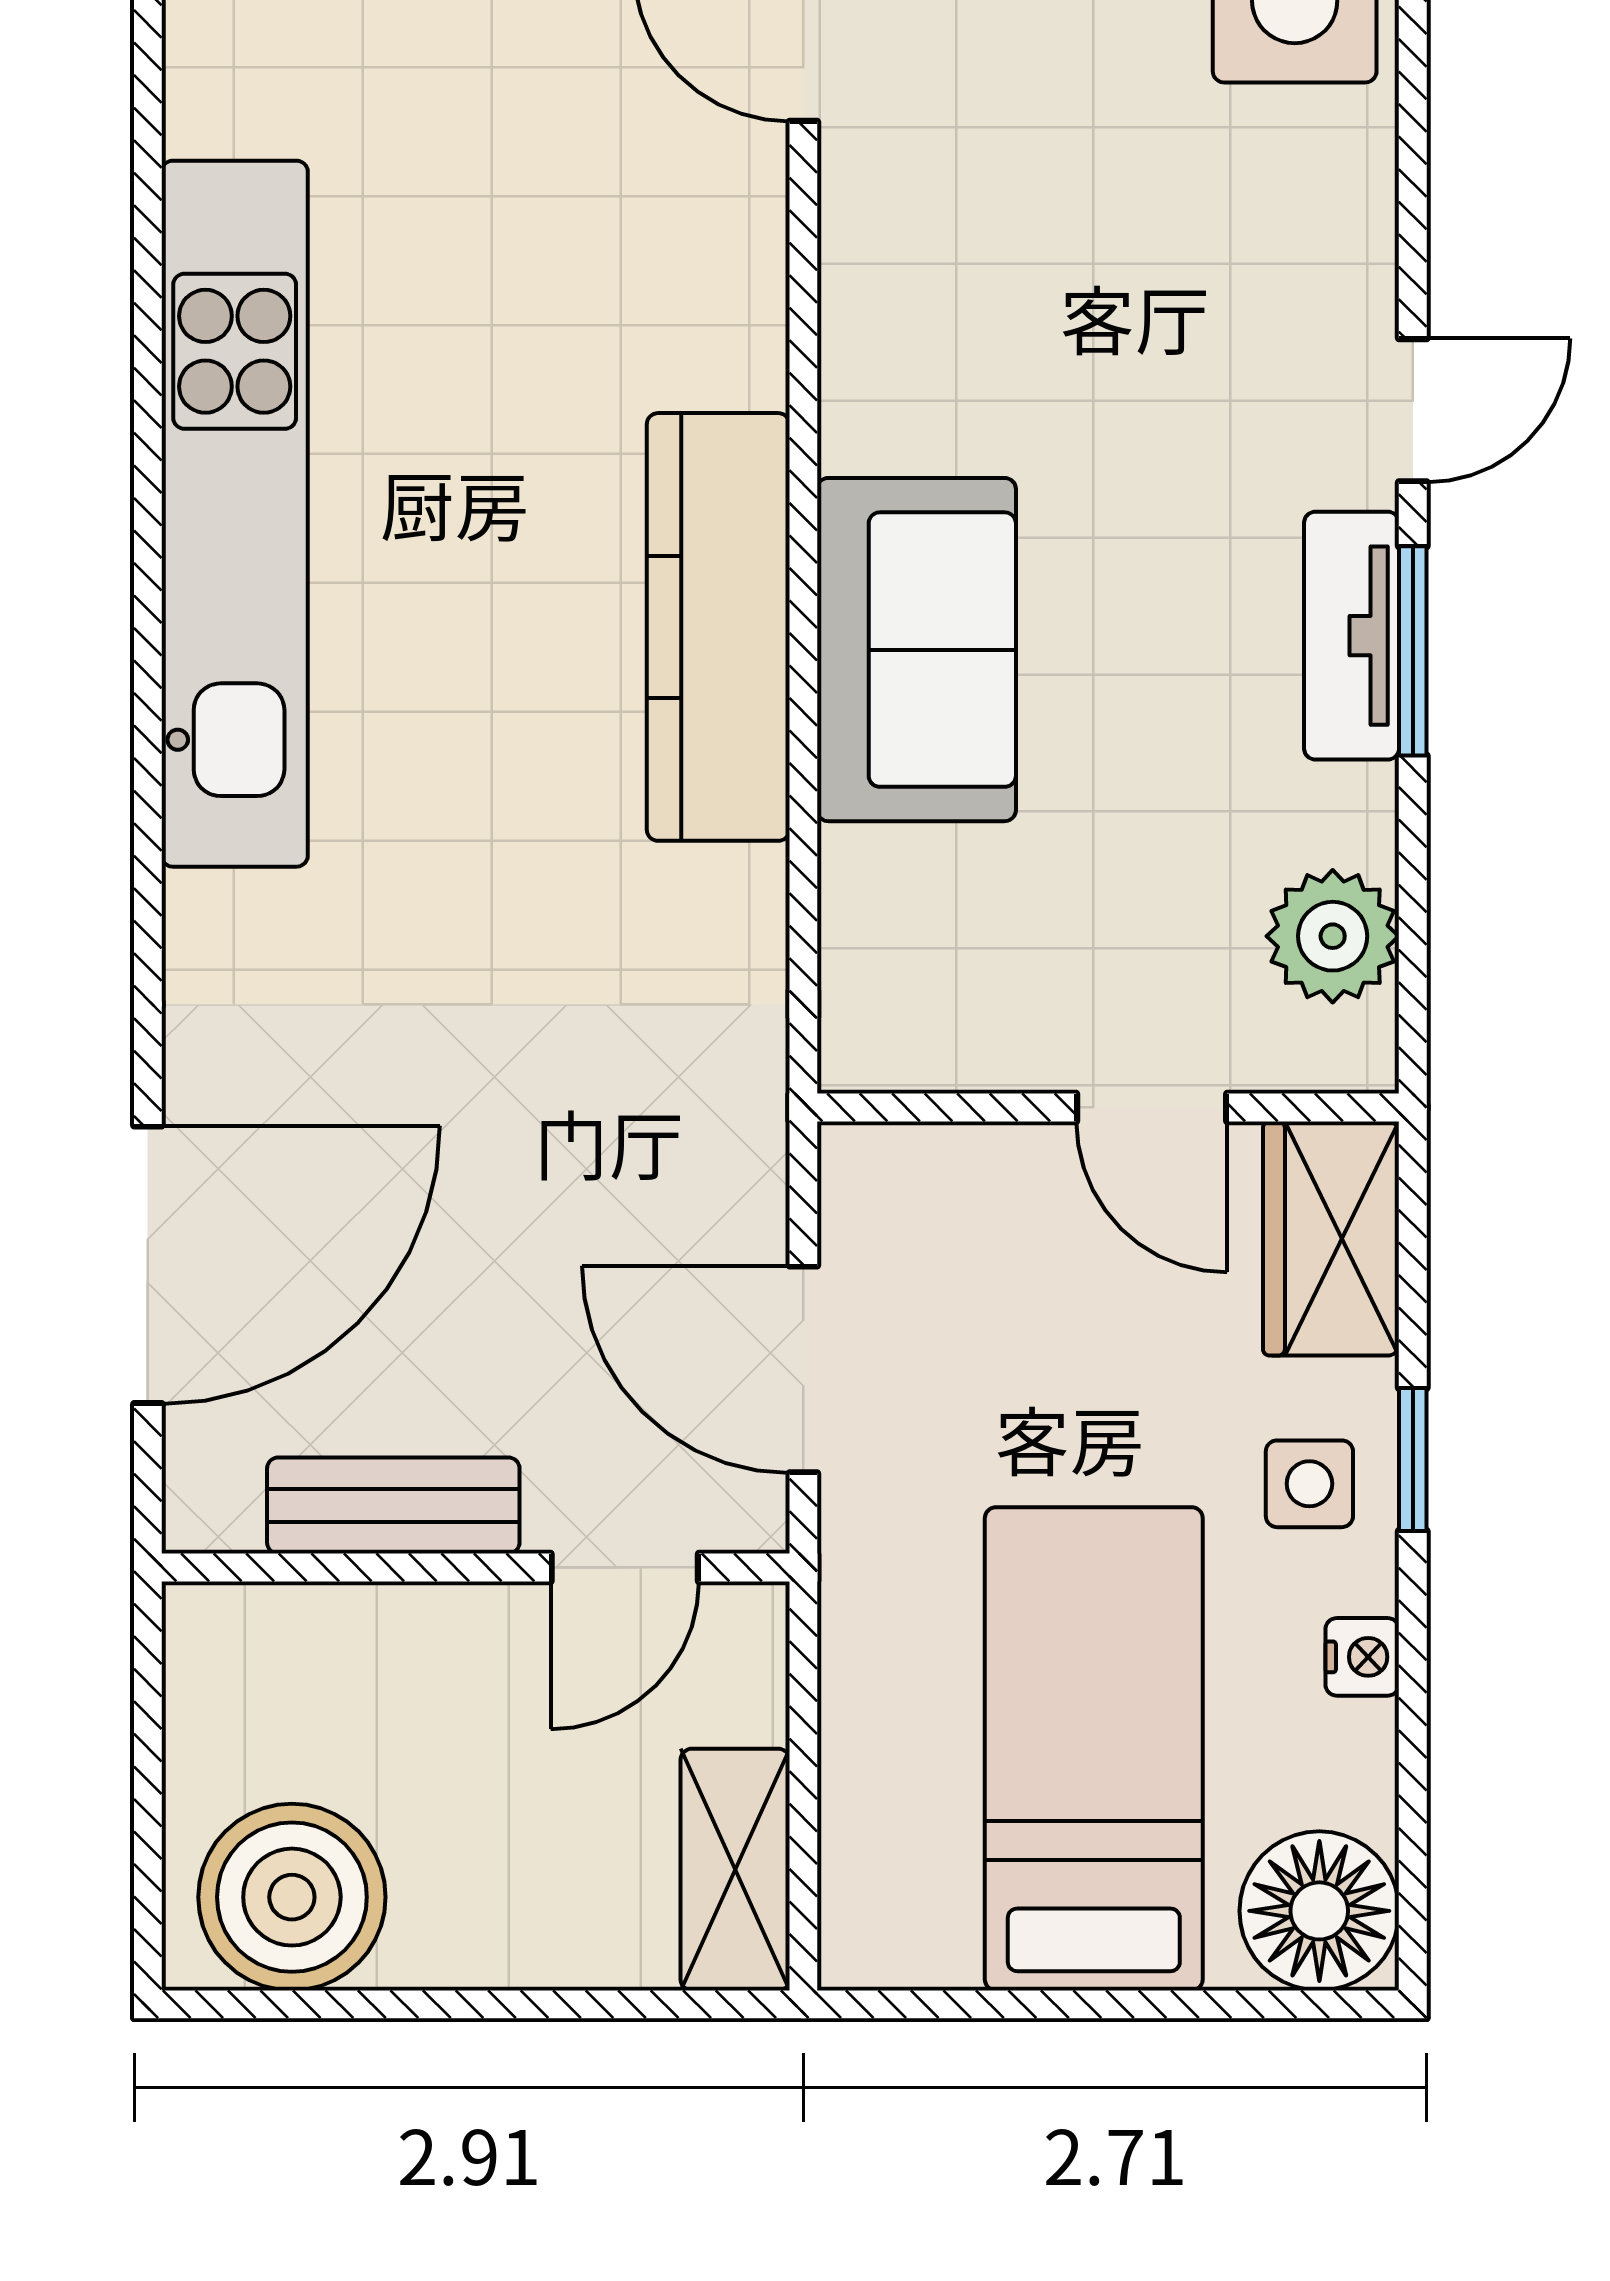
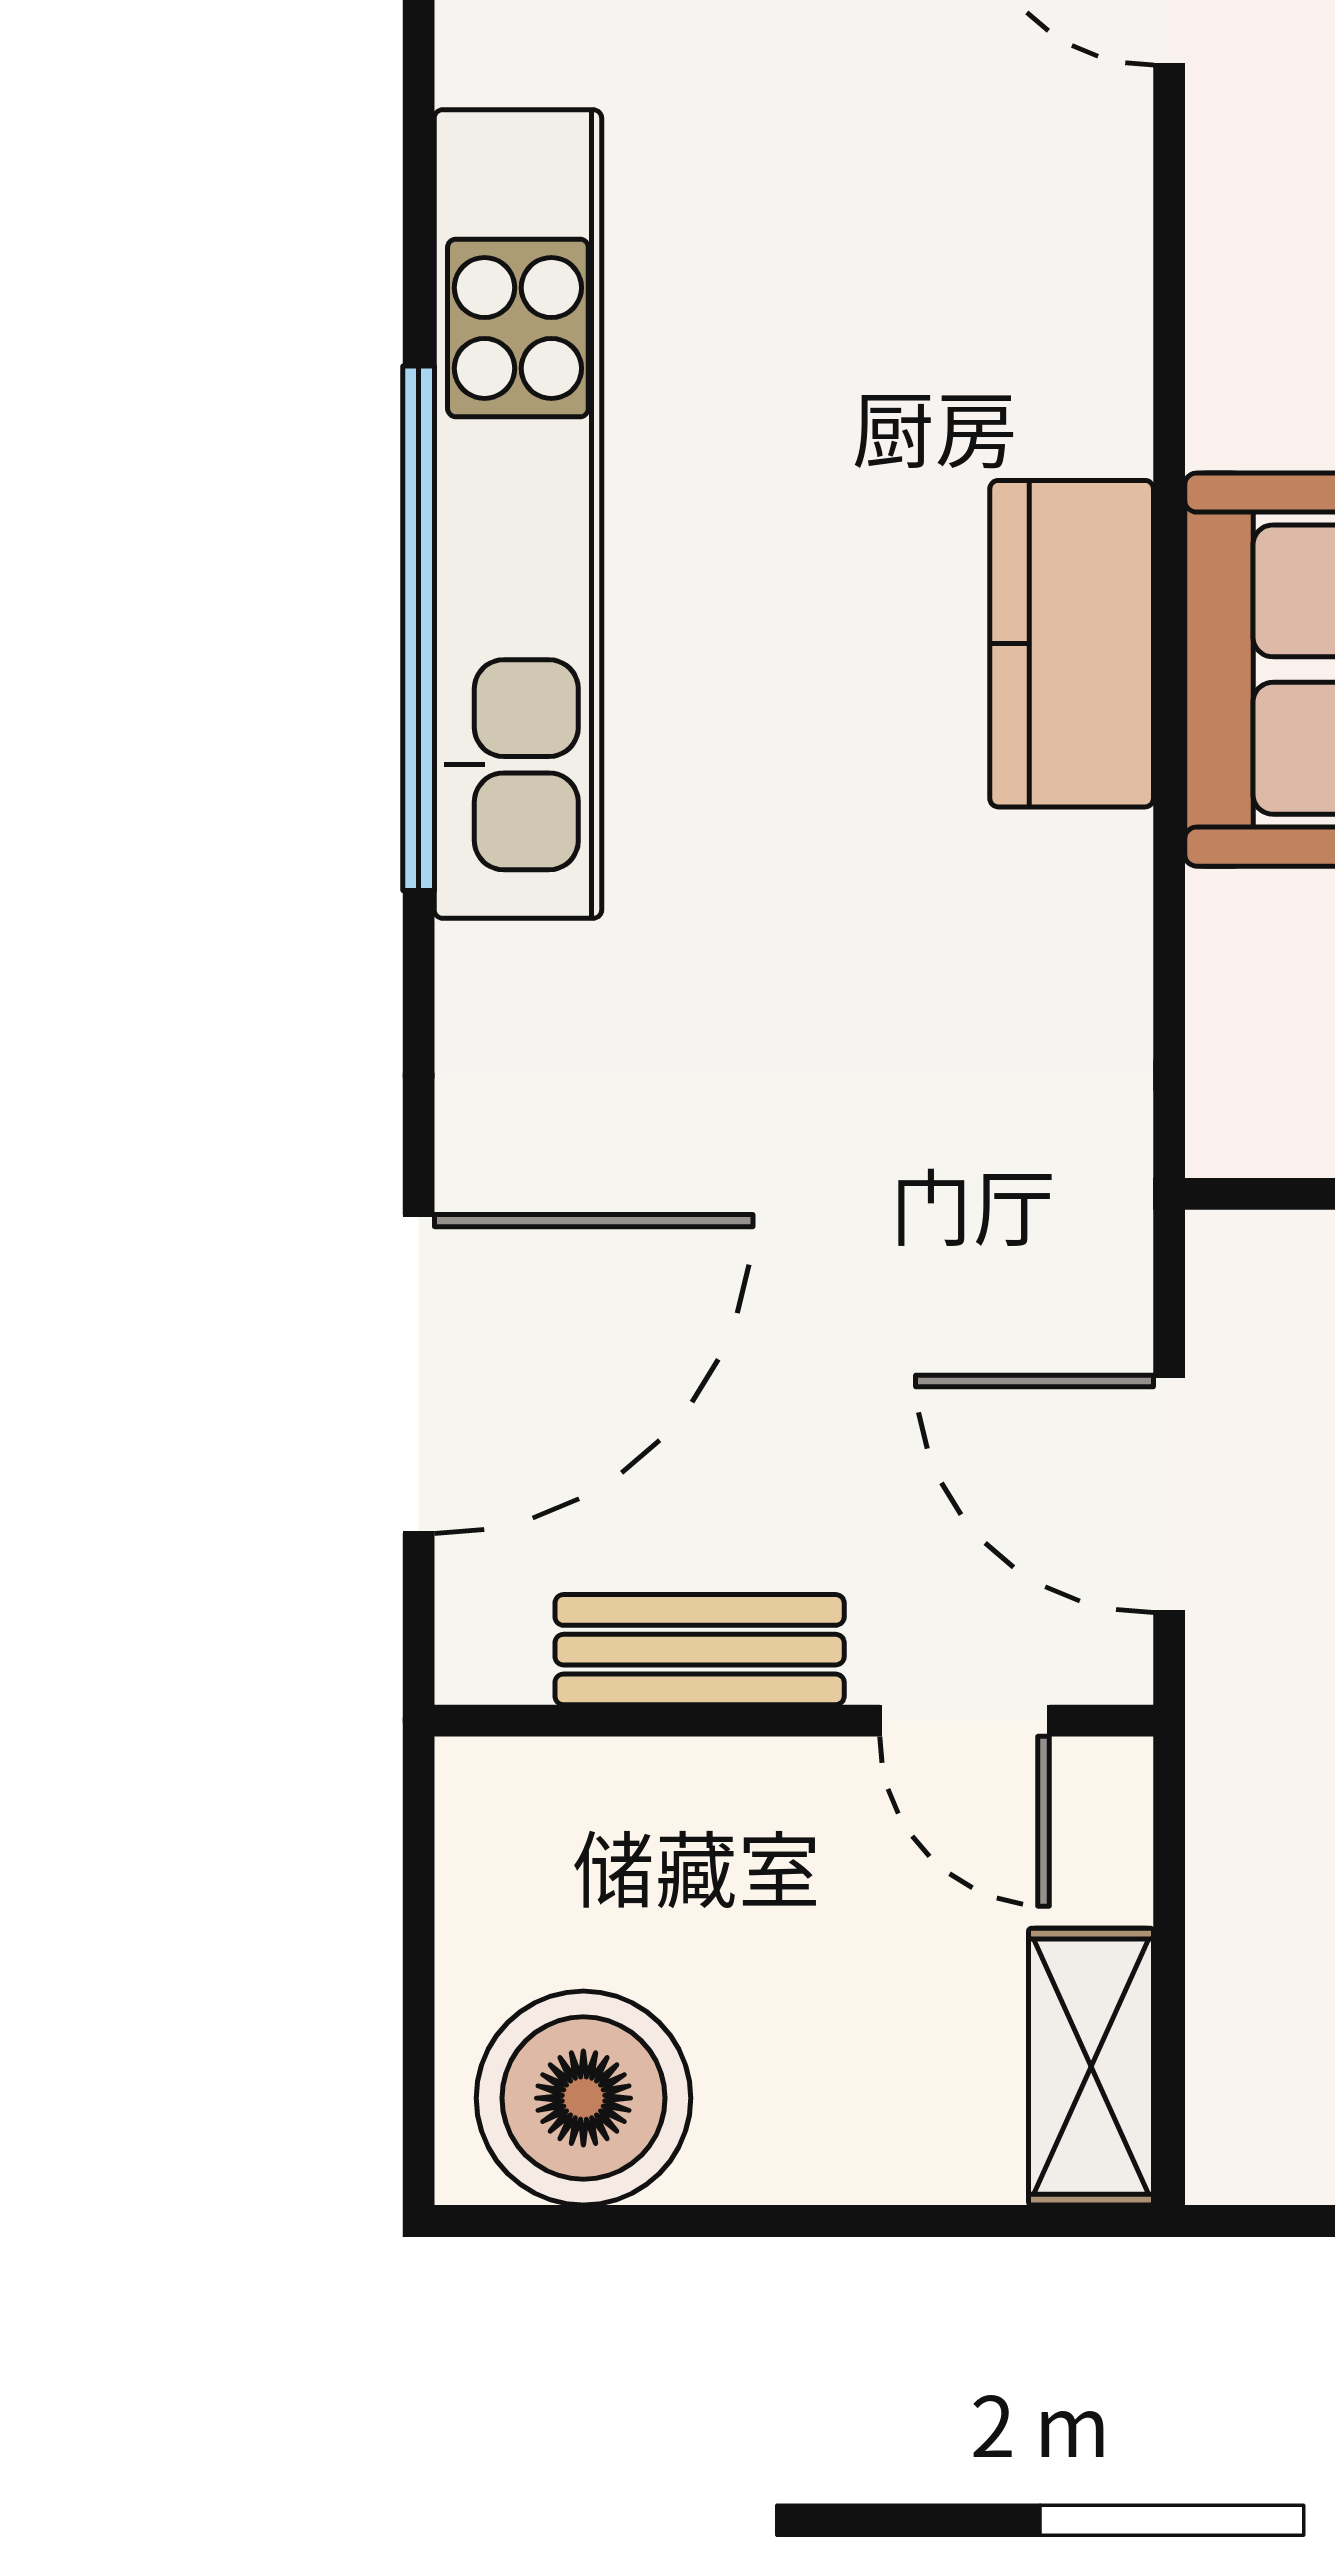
window: (148, 614) -> (419, 628), added
kitchen counter: (718, 627) -> (1072, 644), width x0.67
door: (625, 1567) -> (965, 1721), hinge flipped

